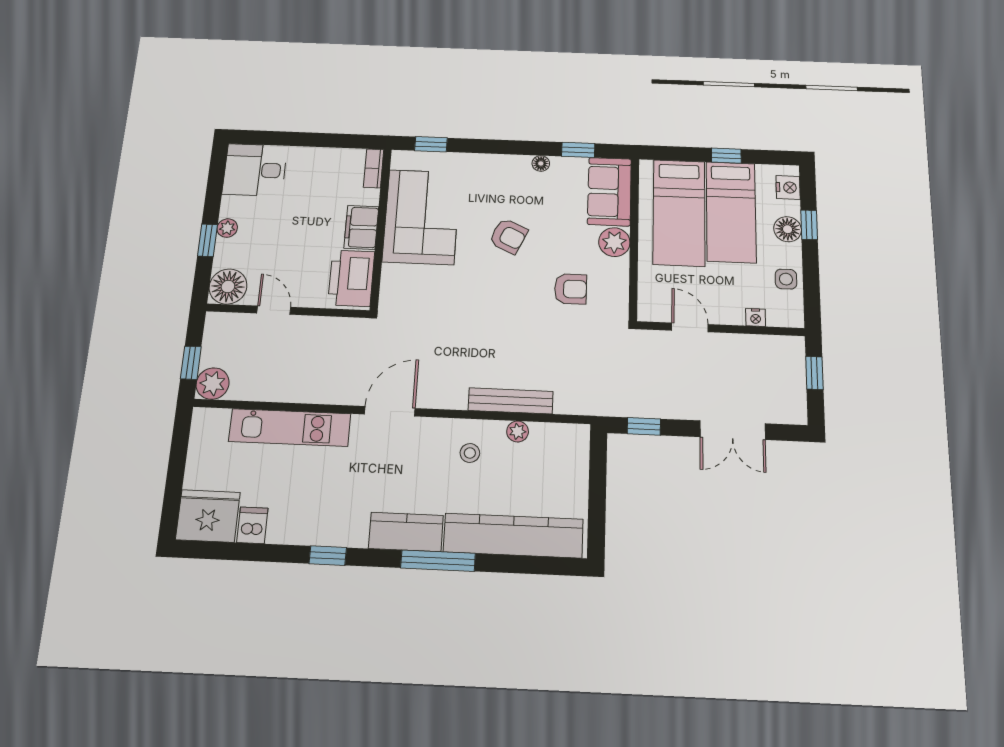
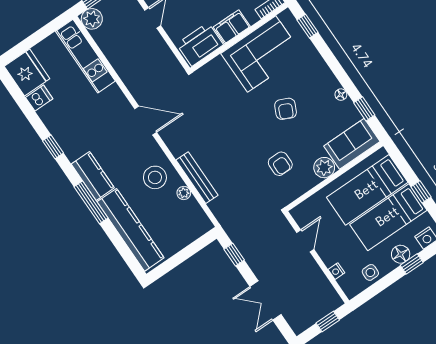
kitchen unit: (290, 428) -> (85, 56), moved
stool: (470, 453) -> (155, 177), width x1.89, depth x1.89

